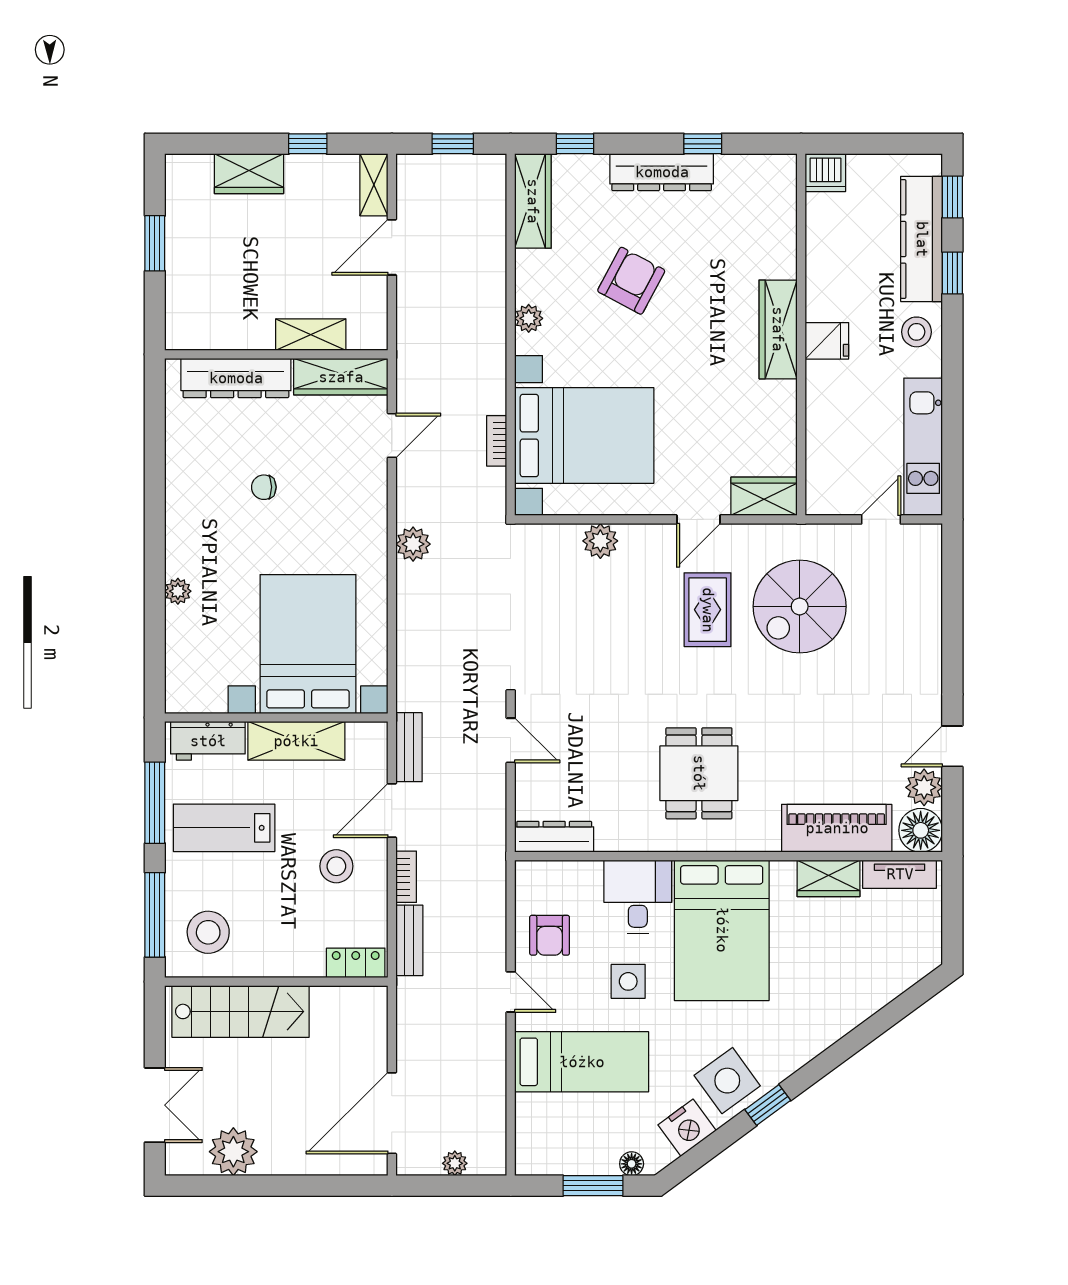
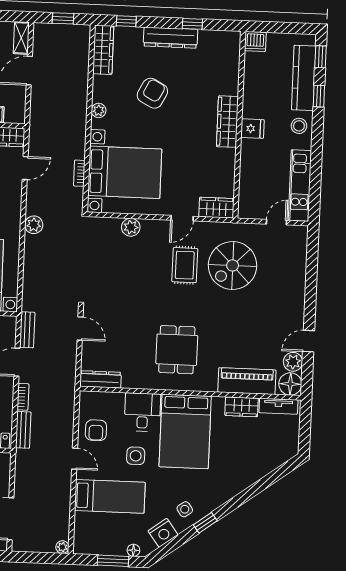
side table: (727, 1081) -> (185, 509), width x0.54, depth x0.54
plant: (455, 1163) -> (62, 547), moved

